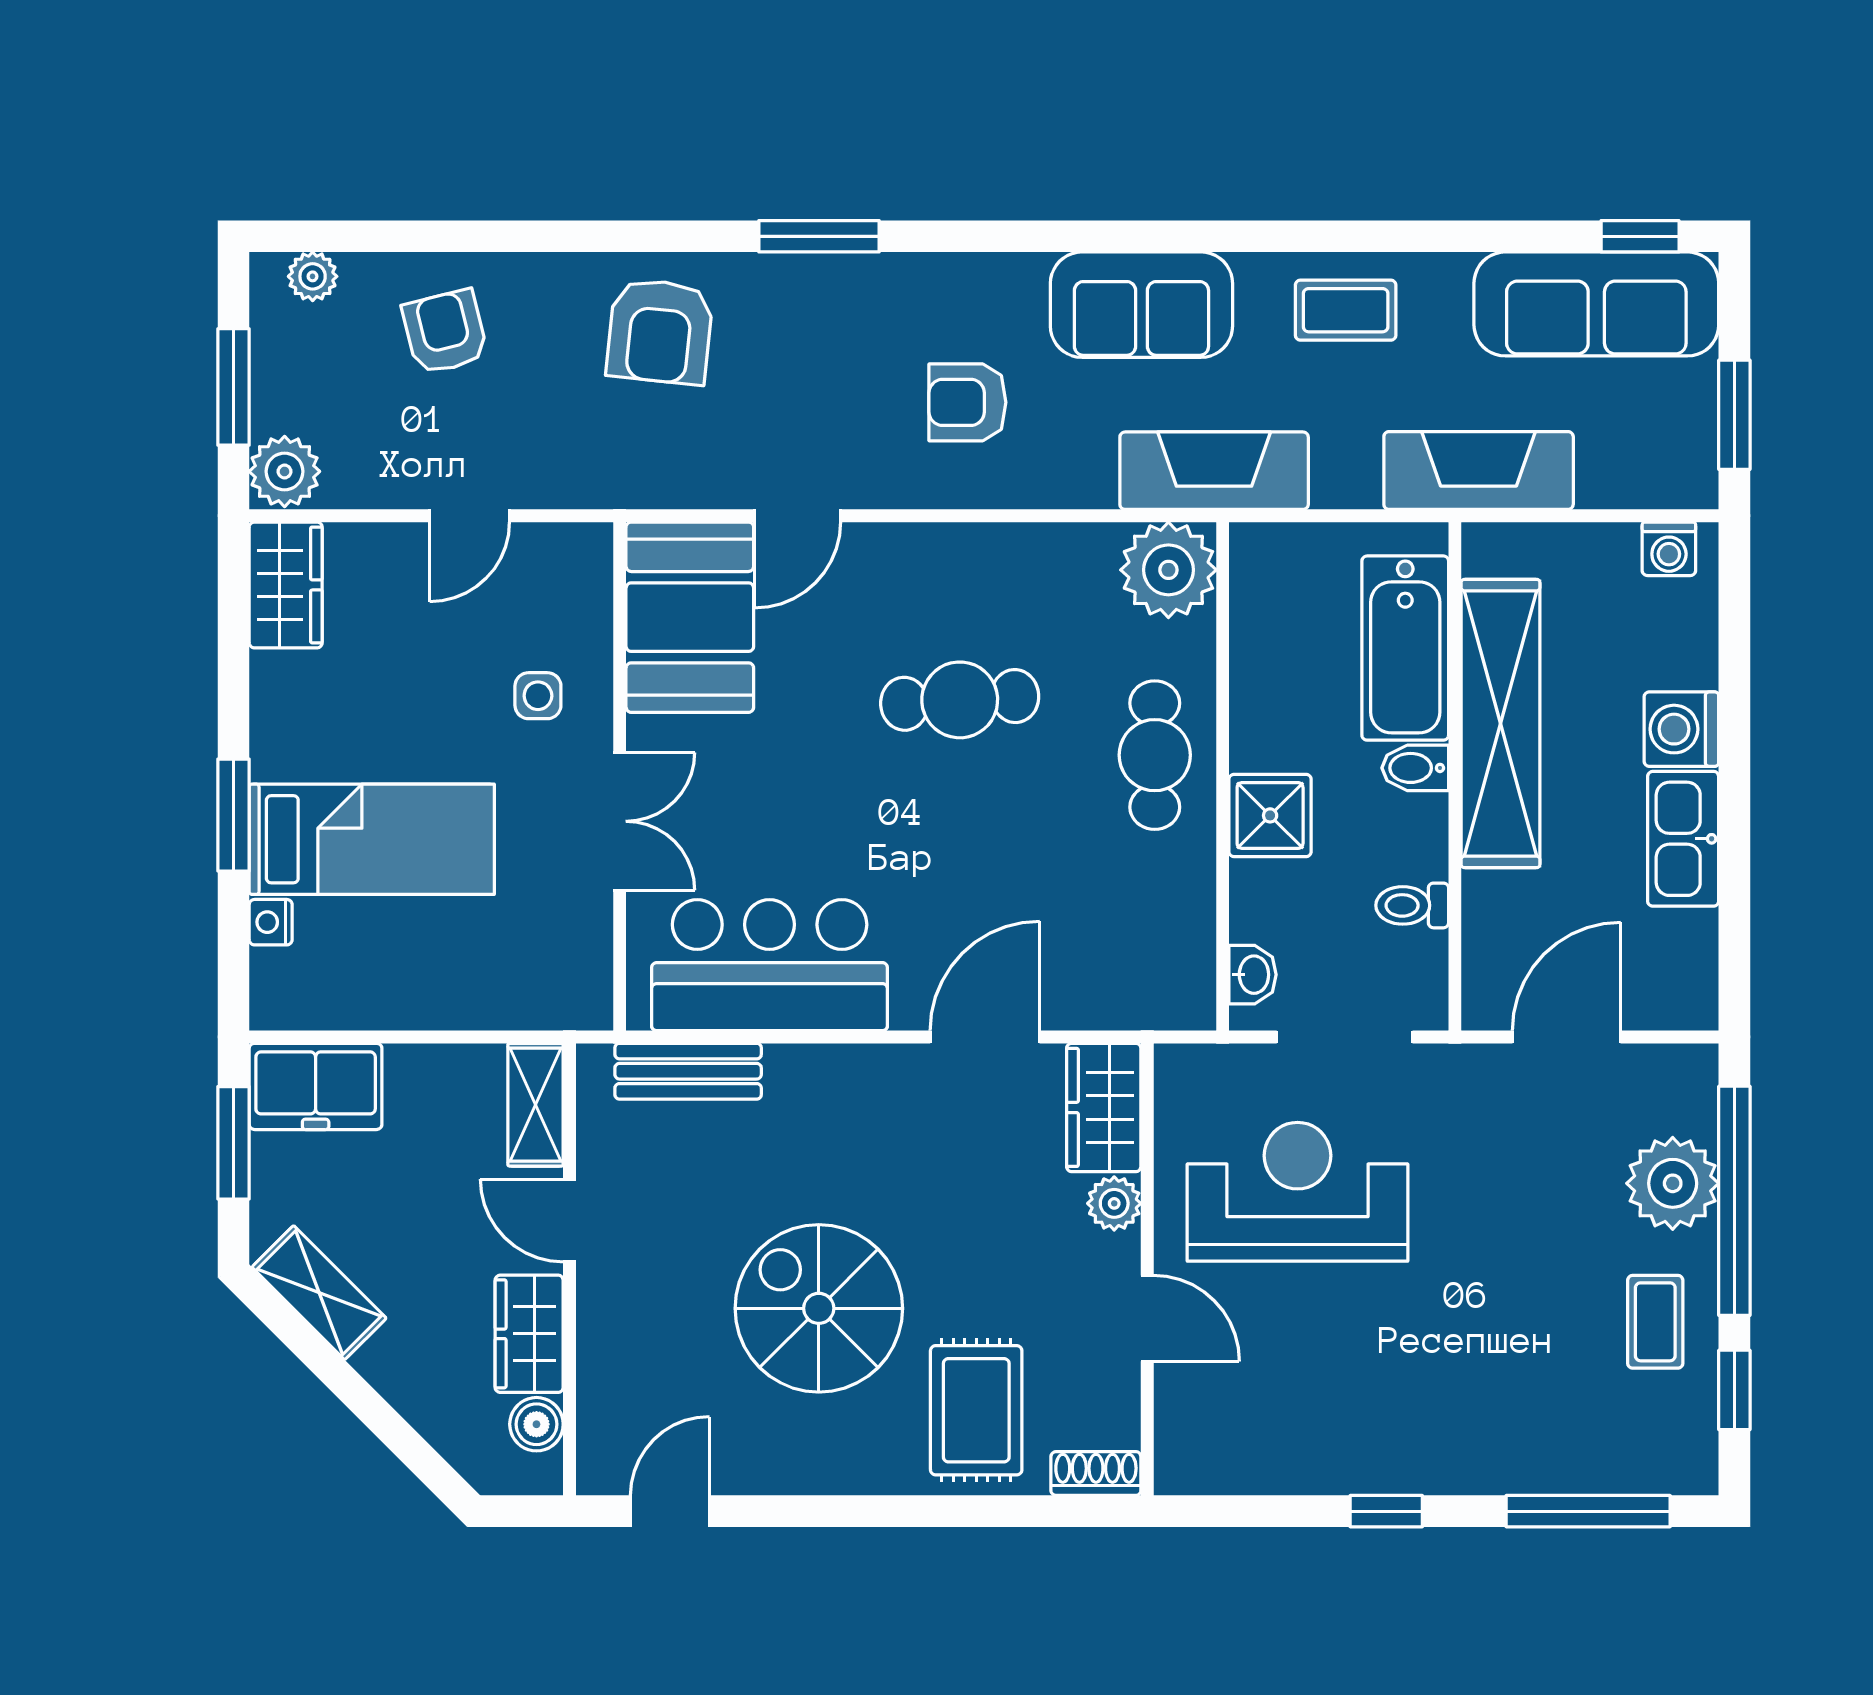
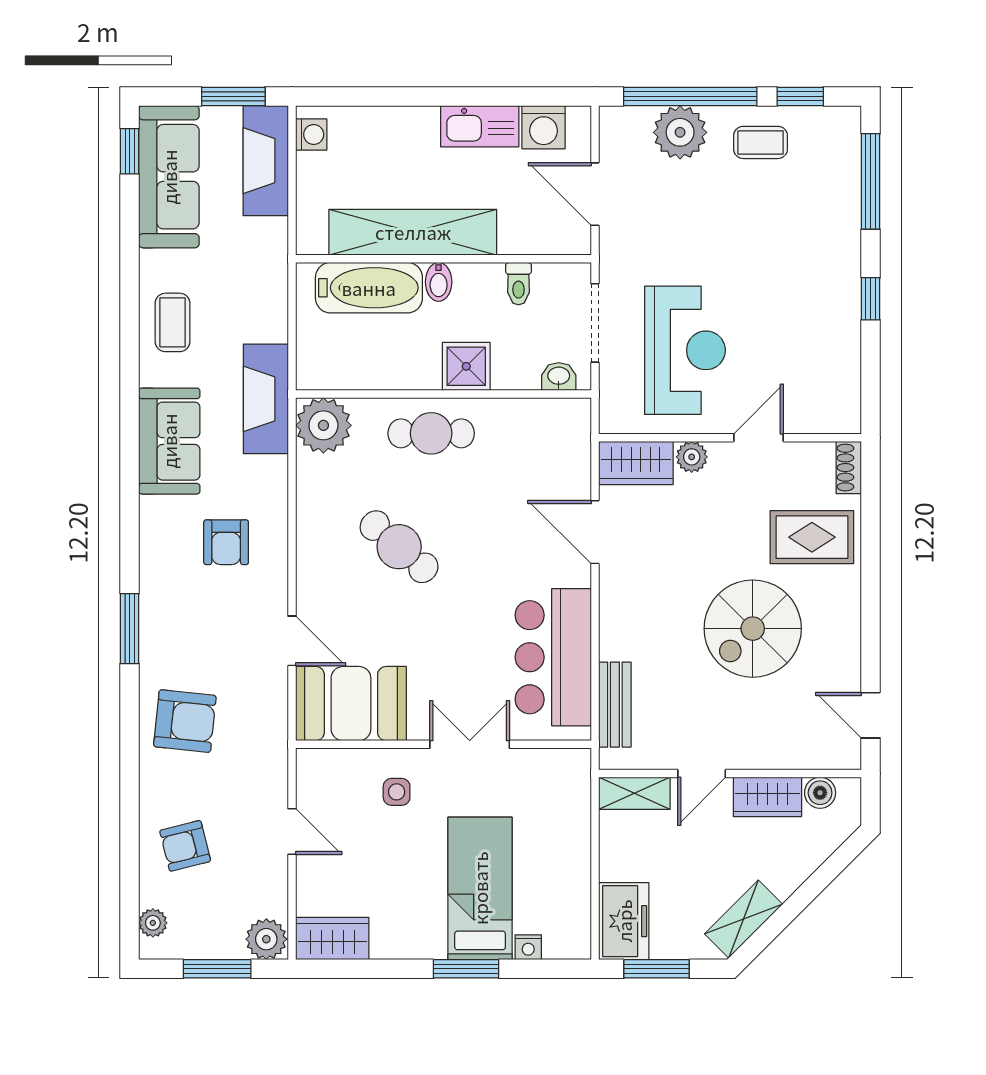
fireplace: (1479, 470) -> (266, 161), moved
cafe table: (960, 700) -> (399, 547), turned -45
washing machine: (1681, 729) -> (544, 127), moved
reception desk: (1298, 1192) -> (685, 350), turned 180

